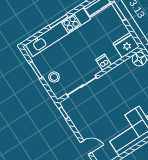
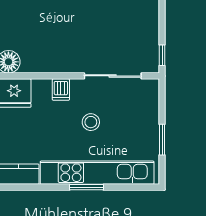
stool: (54, 77) -> (91, 122), moved

